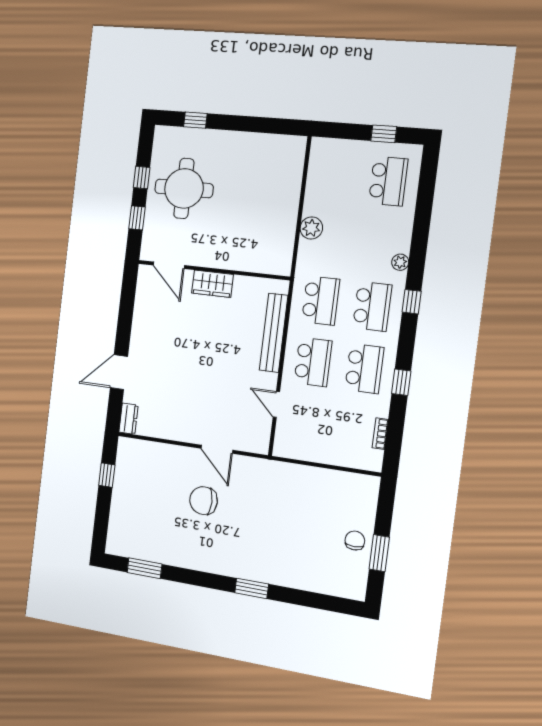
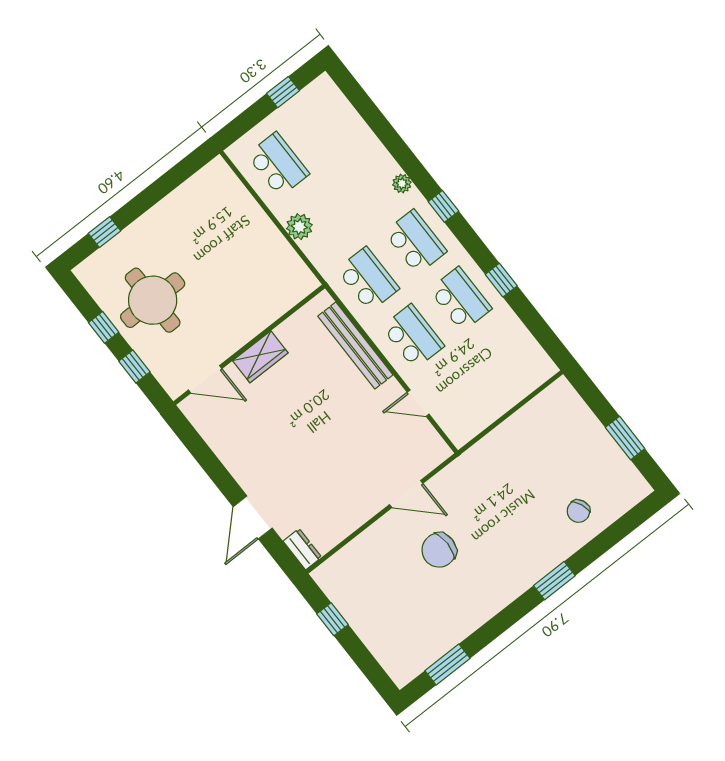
school desk: (388, 181) -> (278, 164), moved
bookcase: (380, 434) -> (527, 339), removed
chair: (355, 541) -> (578, 511), moved, turned -113

